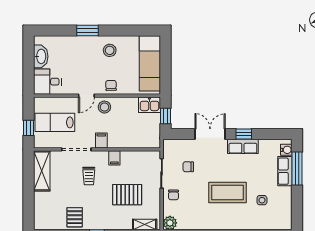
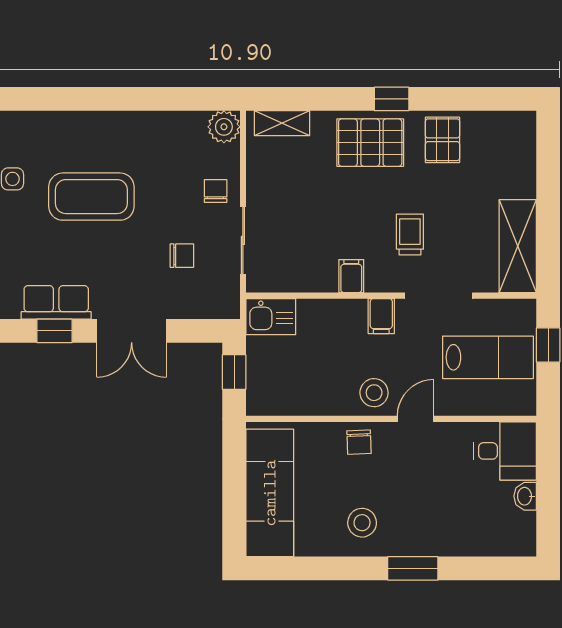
washbasin: (41, 56) -> (525, 496), width x0.52, depth x0.69
kitchen sink: (149, 105) -> (271, 317), moved, turned 180
pallet: (127, 195) -> (370, 143), moved

